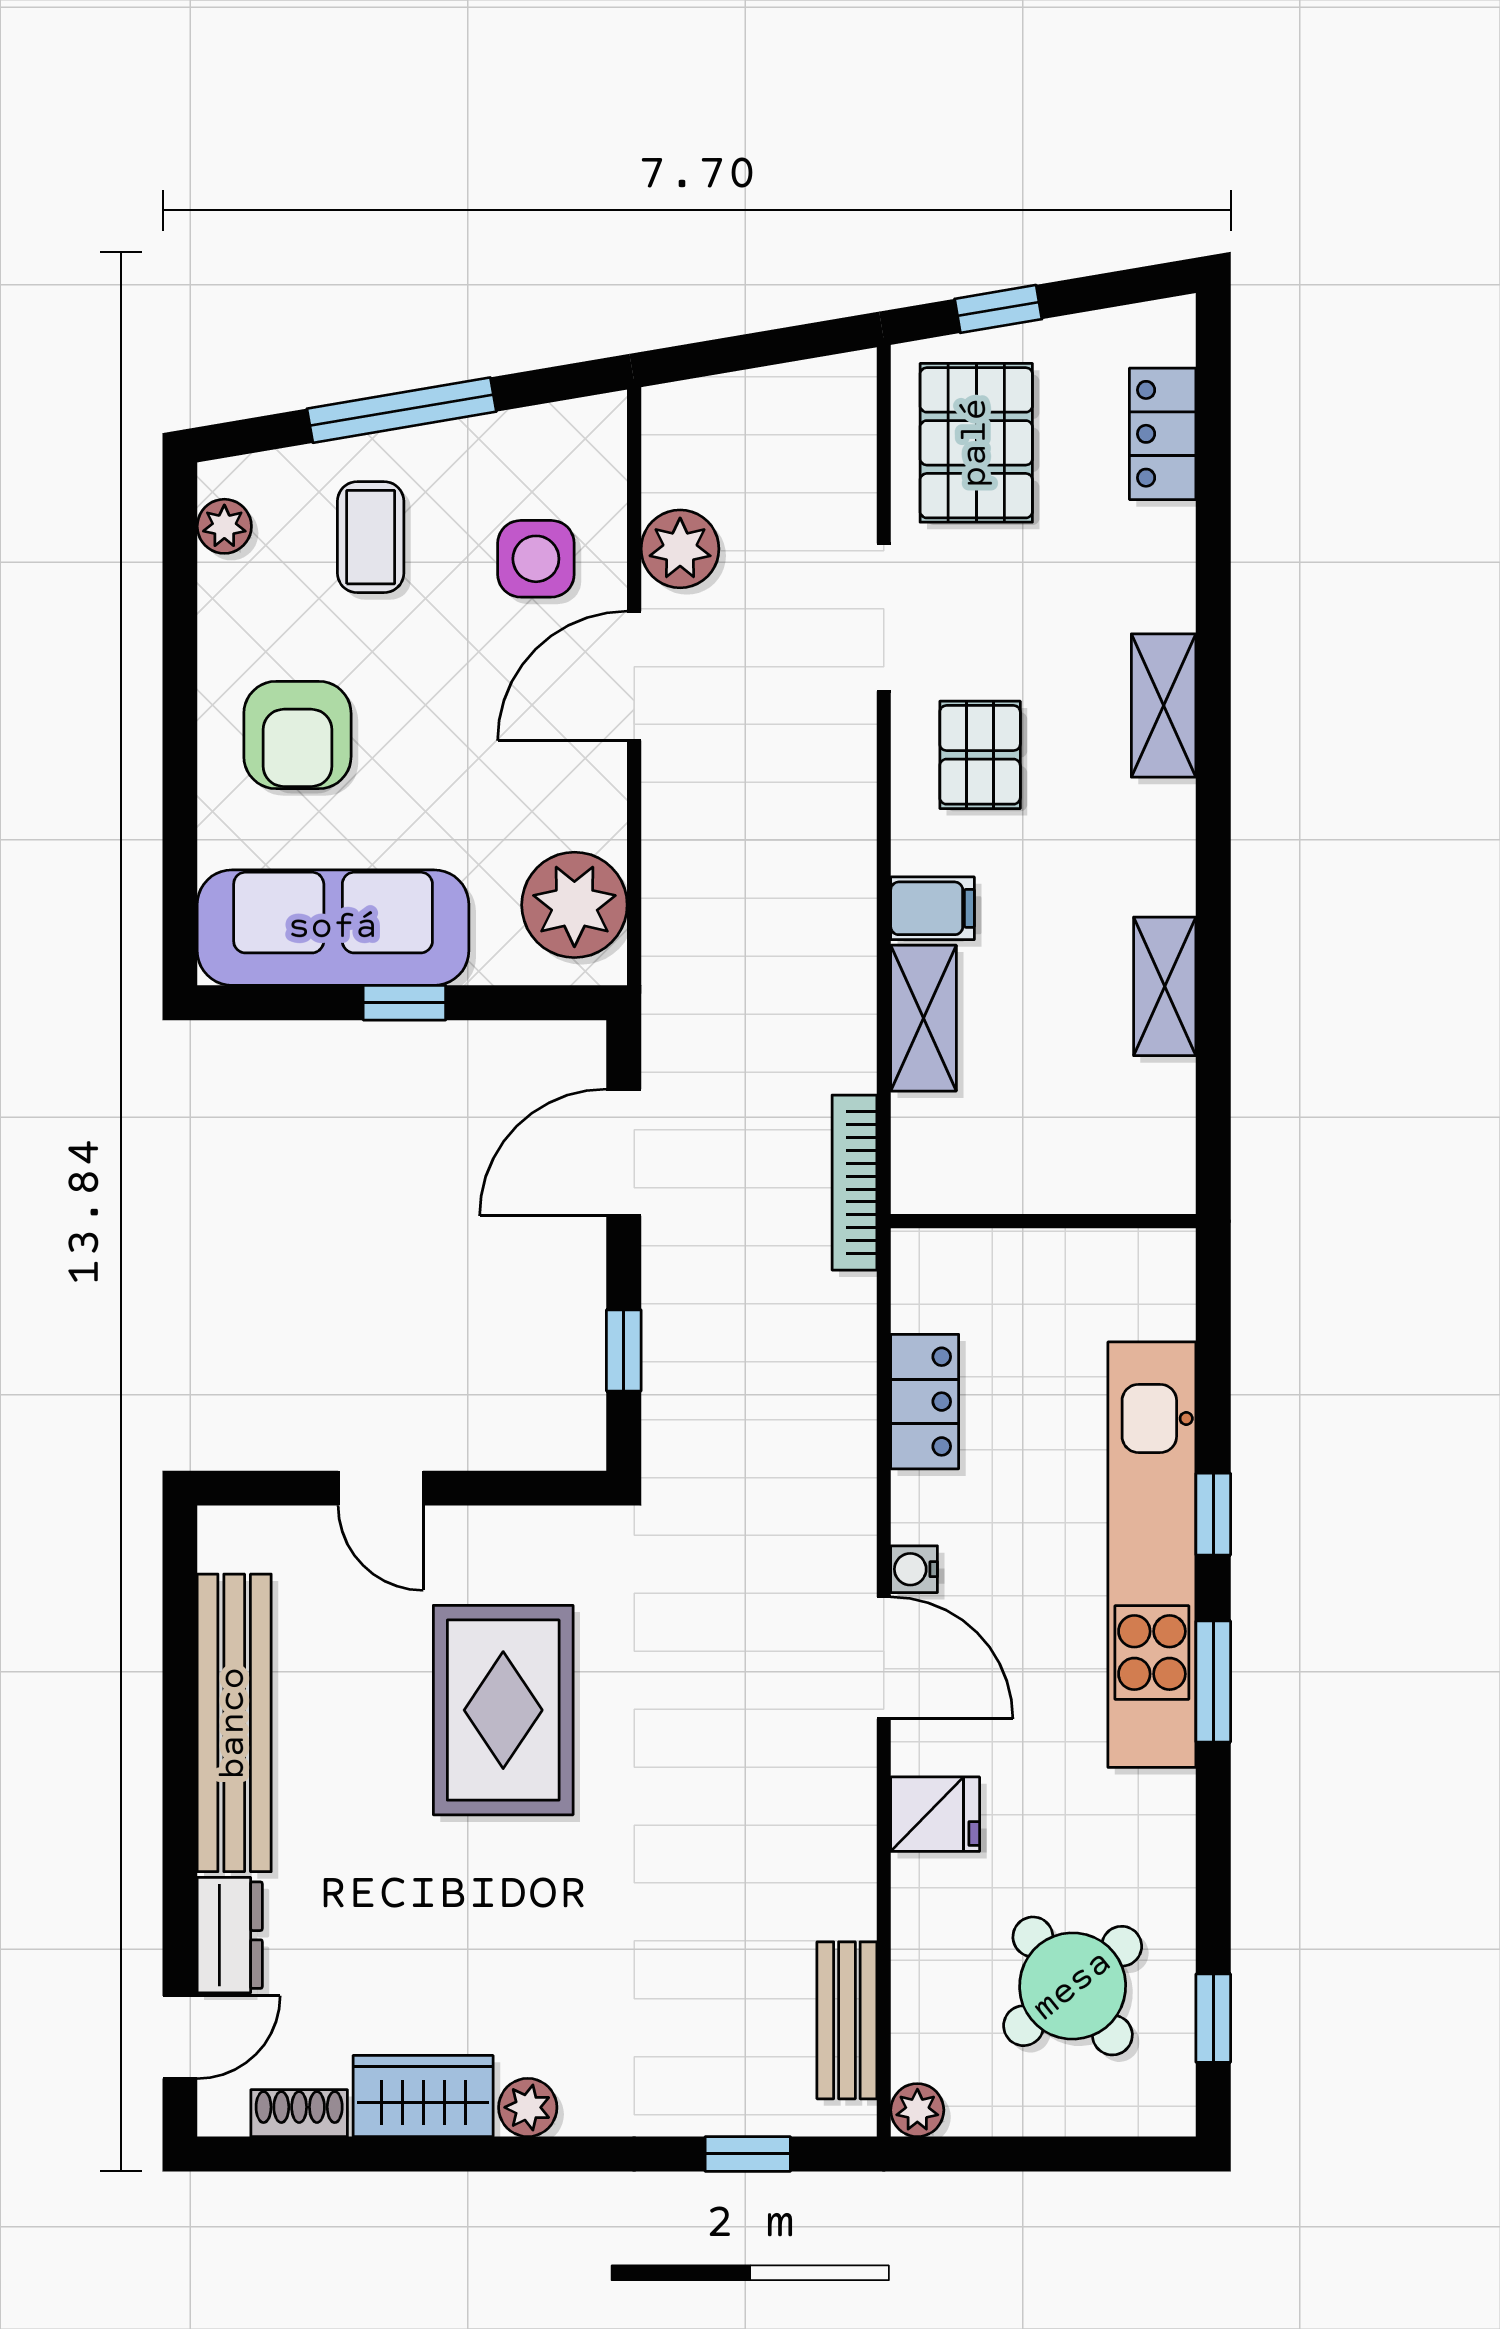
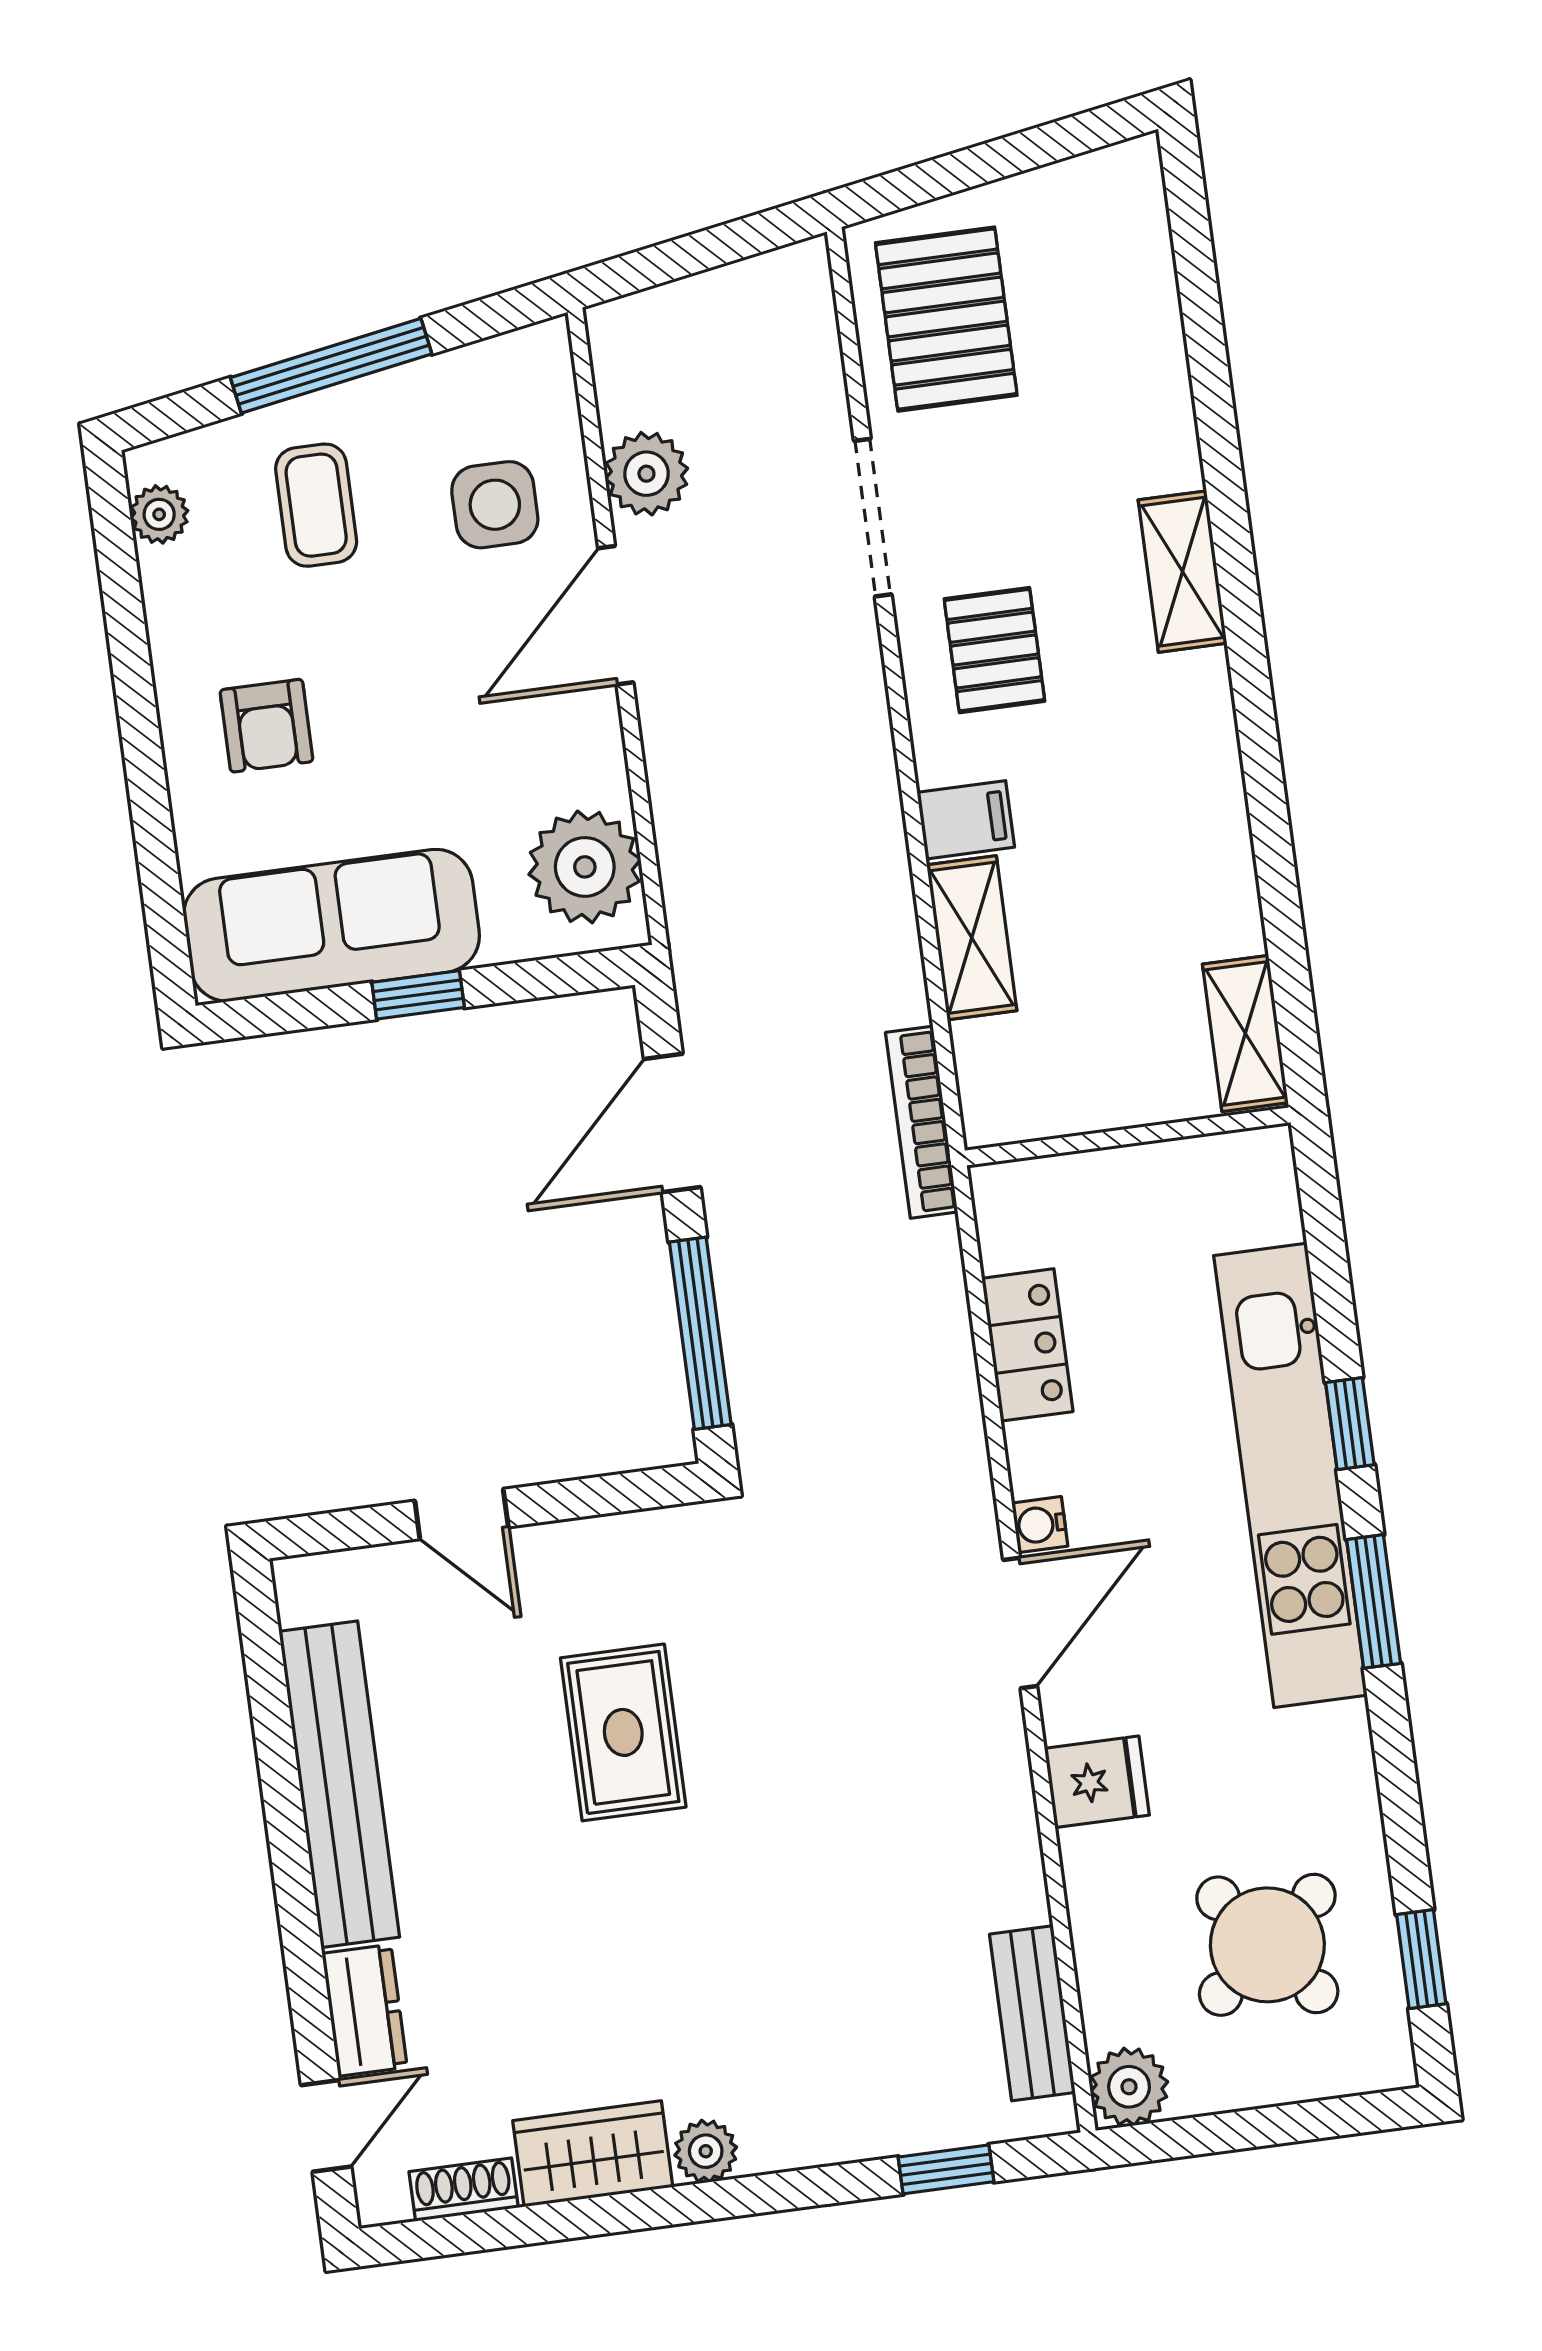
window: (998, 309) -> (951, 174), removed
locker: (1163, 434) -> (1143, 283), removed
armchair: (297, 735) -> (266, 726), width x0.72, depth x0.72
shelving: (1165, 986) -> (1245, 1033), moved
window: (624, 1350) -> (700, 1333), width x2.17
door: (884, 1658) -> (1020, 1623), hinge flipped
rug: (503, 1710) -> (623, 1732), width x0.73, depth x0.70
plant: (917, 2110) -> (1129, 2087), width x1.38, depth x1.38

